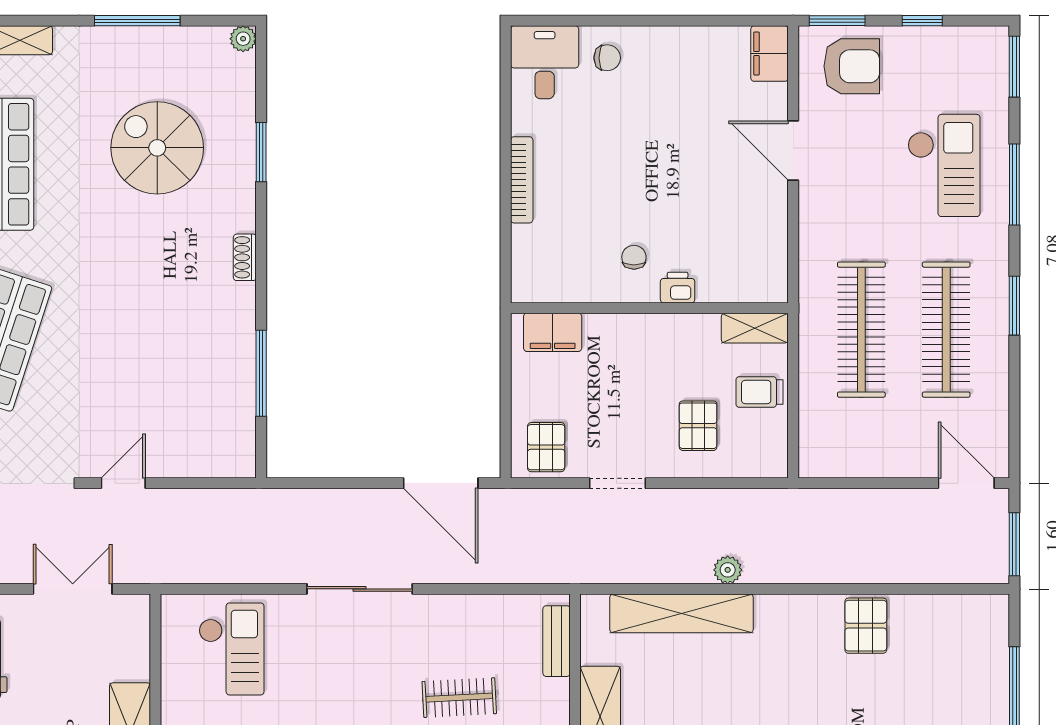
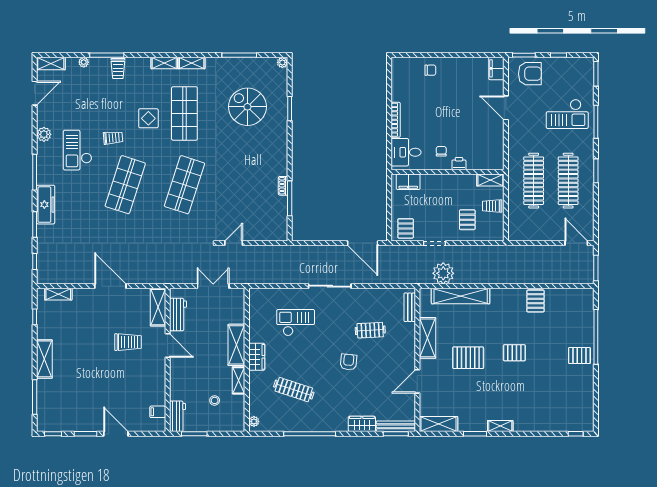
desk: (545, 62) -> (406, 152), moved, turned -90
checkout: (944, 165) -> (567, 114), turned 90
shoe rack: (245, 257) -> (283, 186), moved
plant: (728, 570) -> (443, 273), moved, width x1.87, depth x1.87
checkout: (231, 649) -> (296, 323), moved, turned -90

